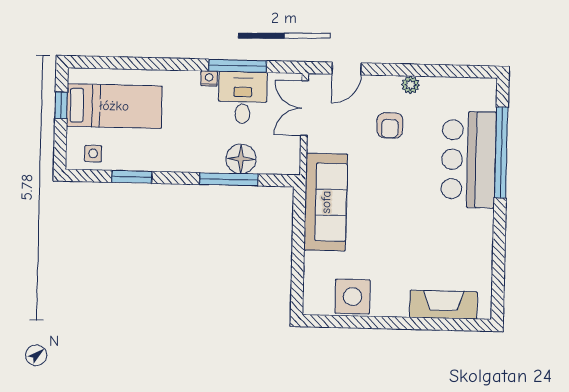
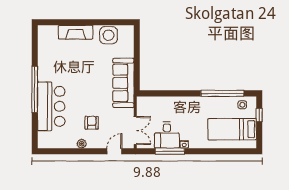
window: (61, 105) -> (259, 115), moved
window: (501, 152) -> (35, 89), moved
floor lamp: (241, 159) -> (167, 104), removed
window: (132, 177) -> (222, 93), width x2.11
window: (229, 179) -> (173, 93), removed
fireplace: (443, 305) -> (76, 32), moved

